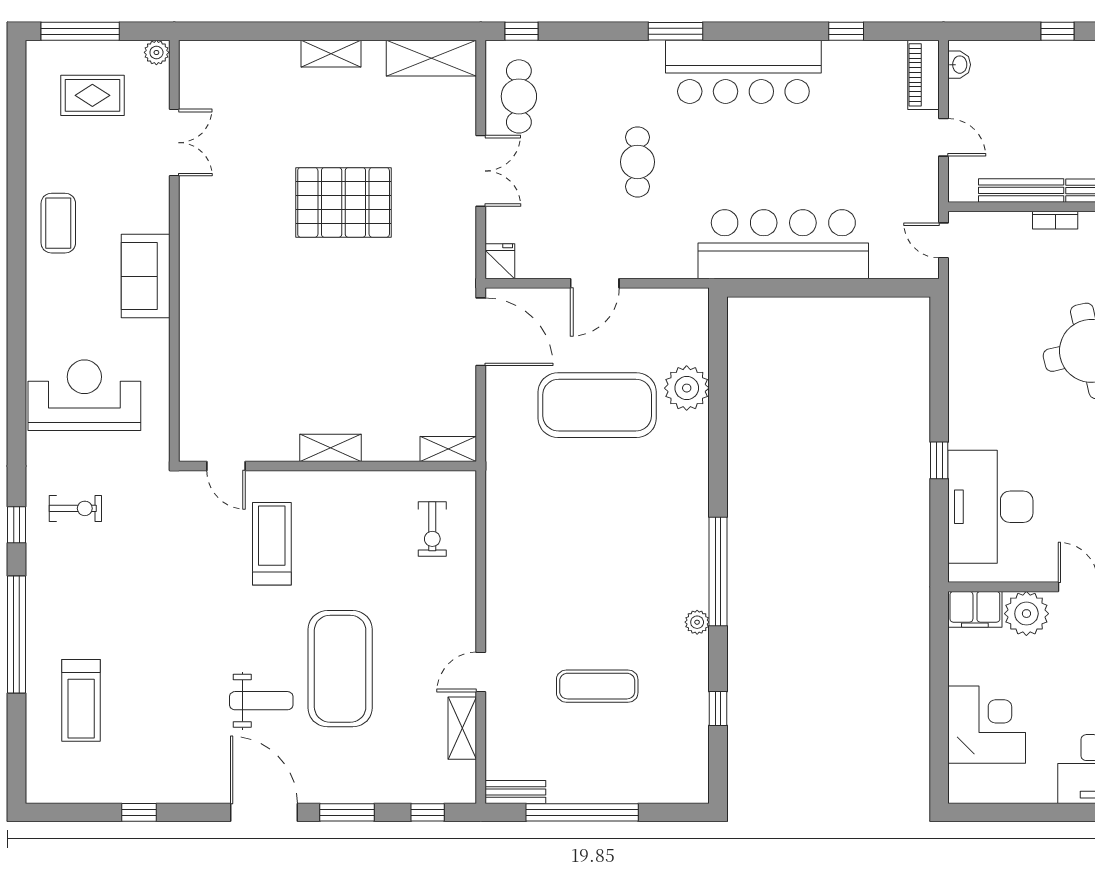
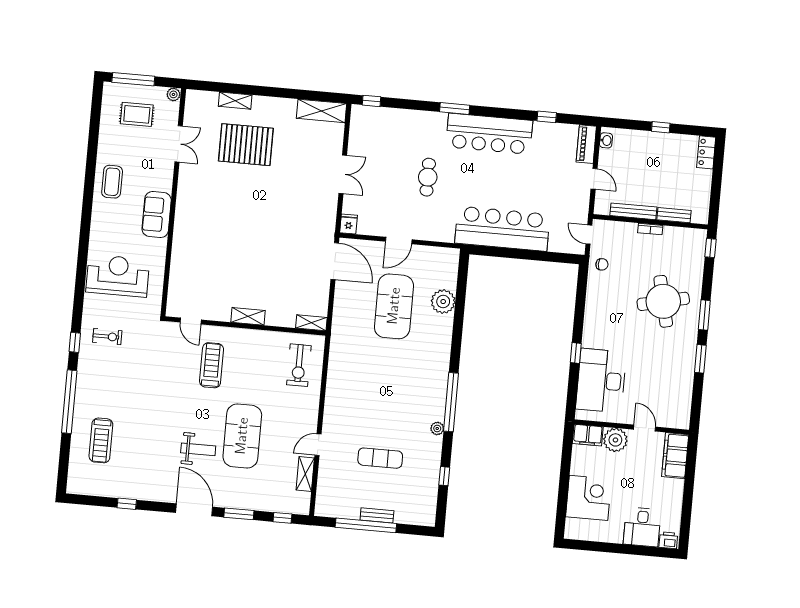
shelving: (331, 54) -> (235, 101), moved
cafe table: (519, 96) -> (367, 136), removed
pallet: (344, 202) -> (246, 145), moved
chair: (972, 293) -> (602, 264), added
exercise mat: (597, 405) -> (394, 306), turned 90
exercise bike: (432, 529) -> (299, 365), width x1.38, depth x1.39
bench: (515, 792) -> (377, 515), moved

